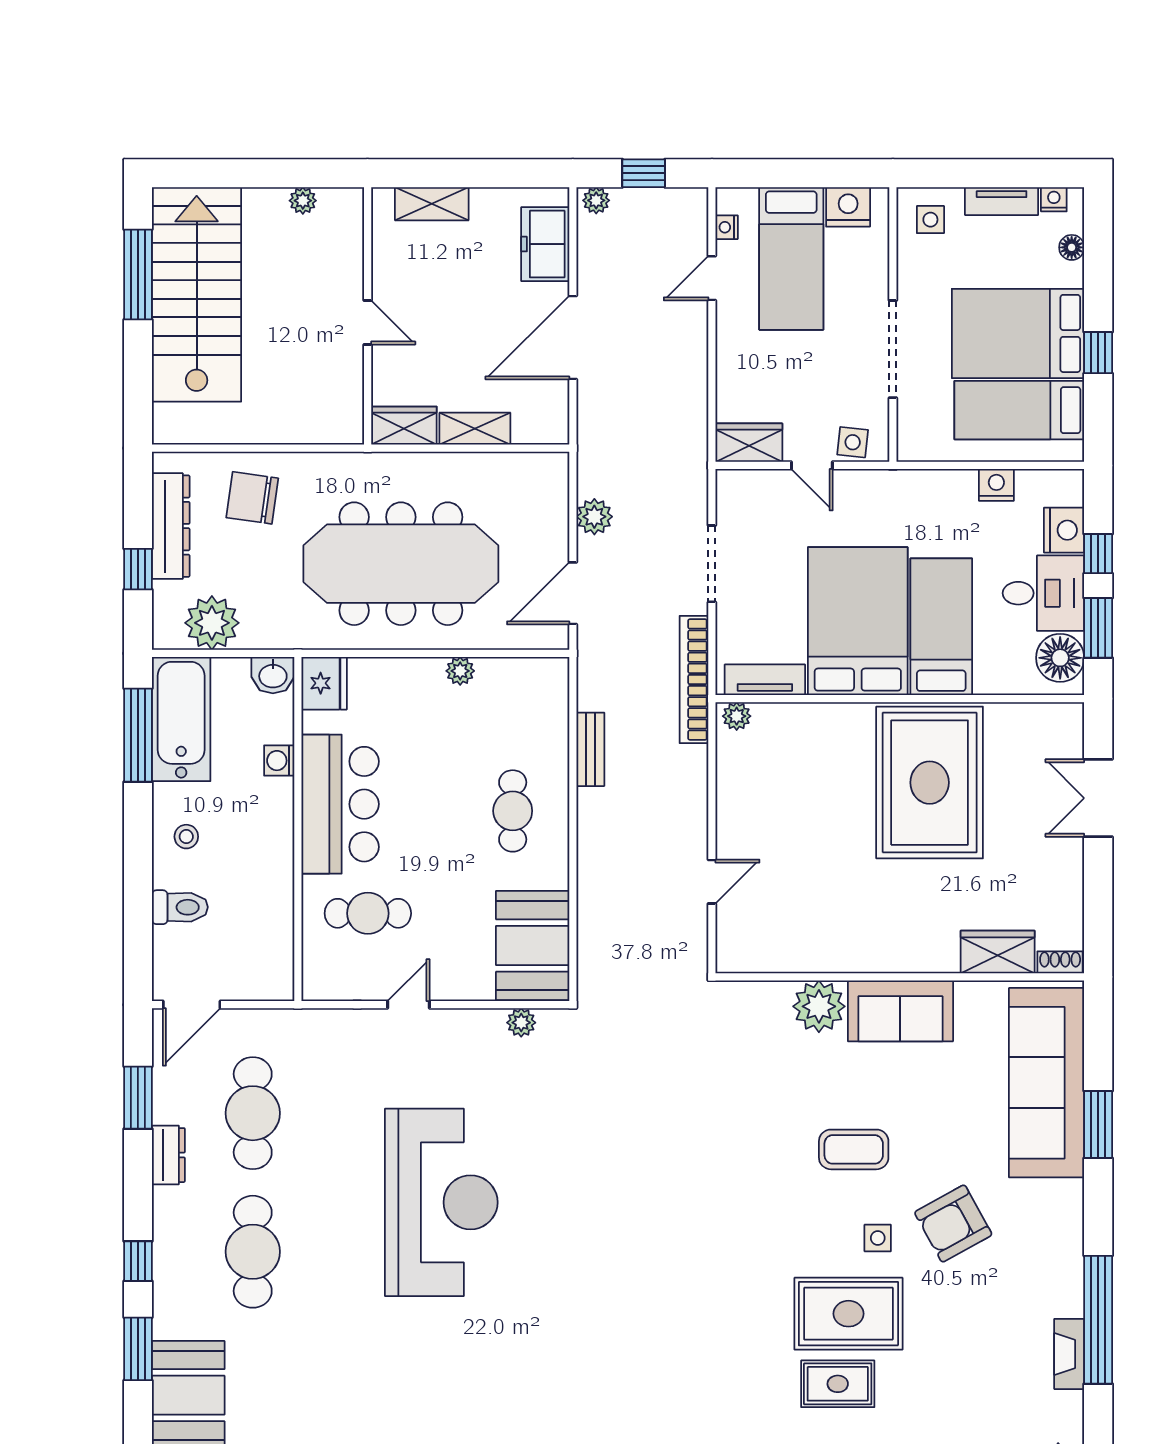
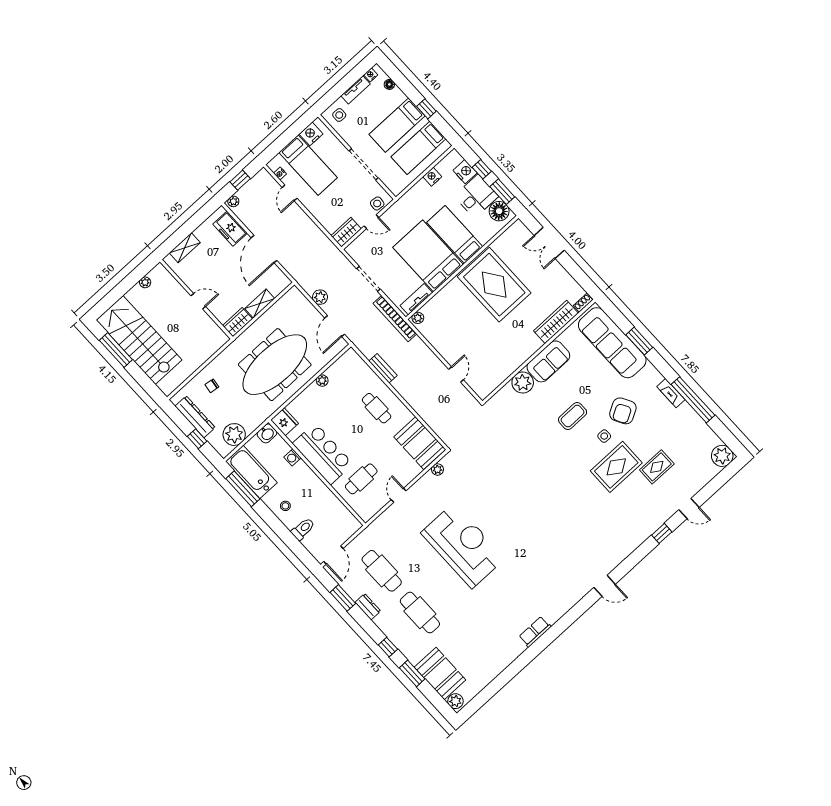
bed: (1018, 333) -> (397, 125), width x0.67
chair: (252, 498) -> (212, 386), width x0.54, depth x0.54
wardrobe: (998, 952) -> (556, 322), width x1.50
fireplace: (1069, 1354) -> (671, 393), moved
rug: (838, 1384) -> (657, 467), moved

